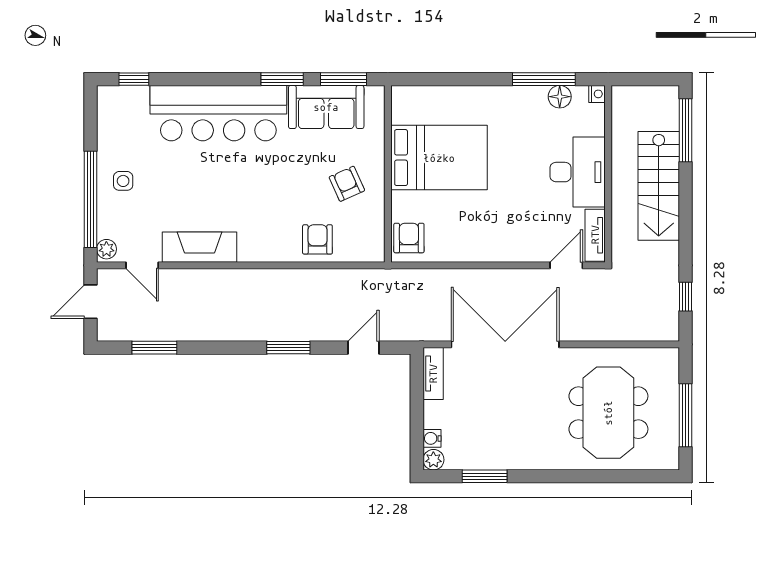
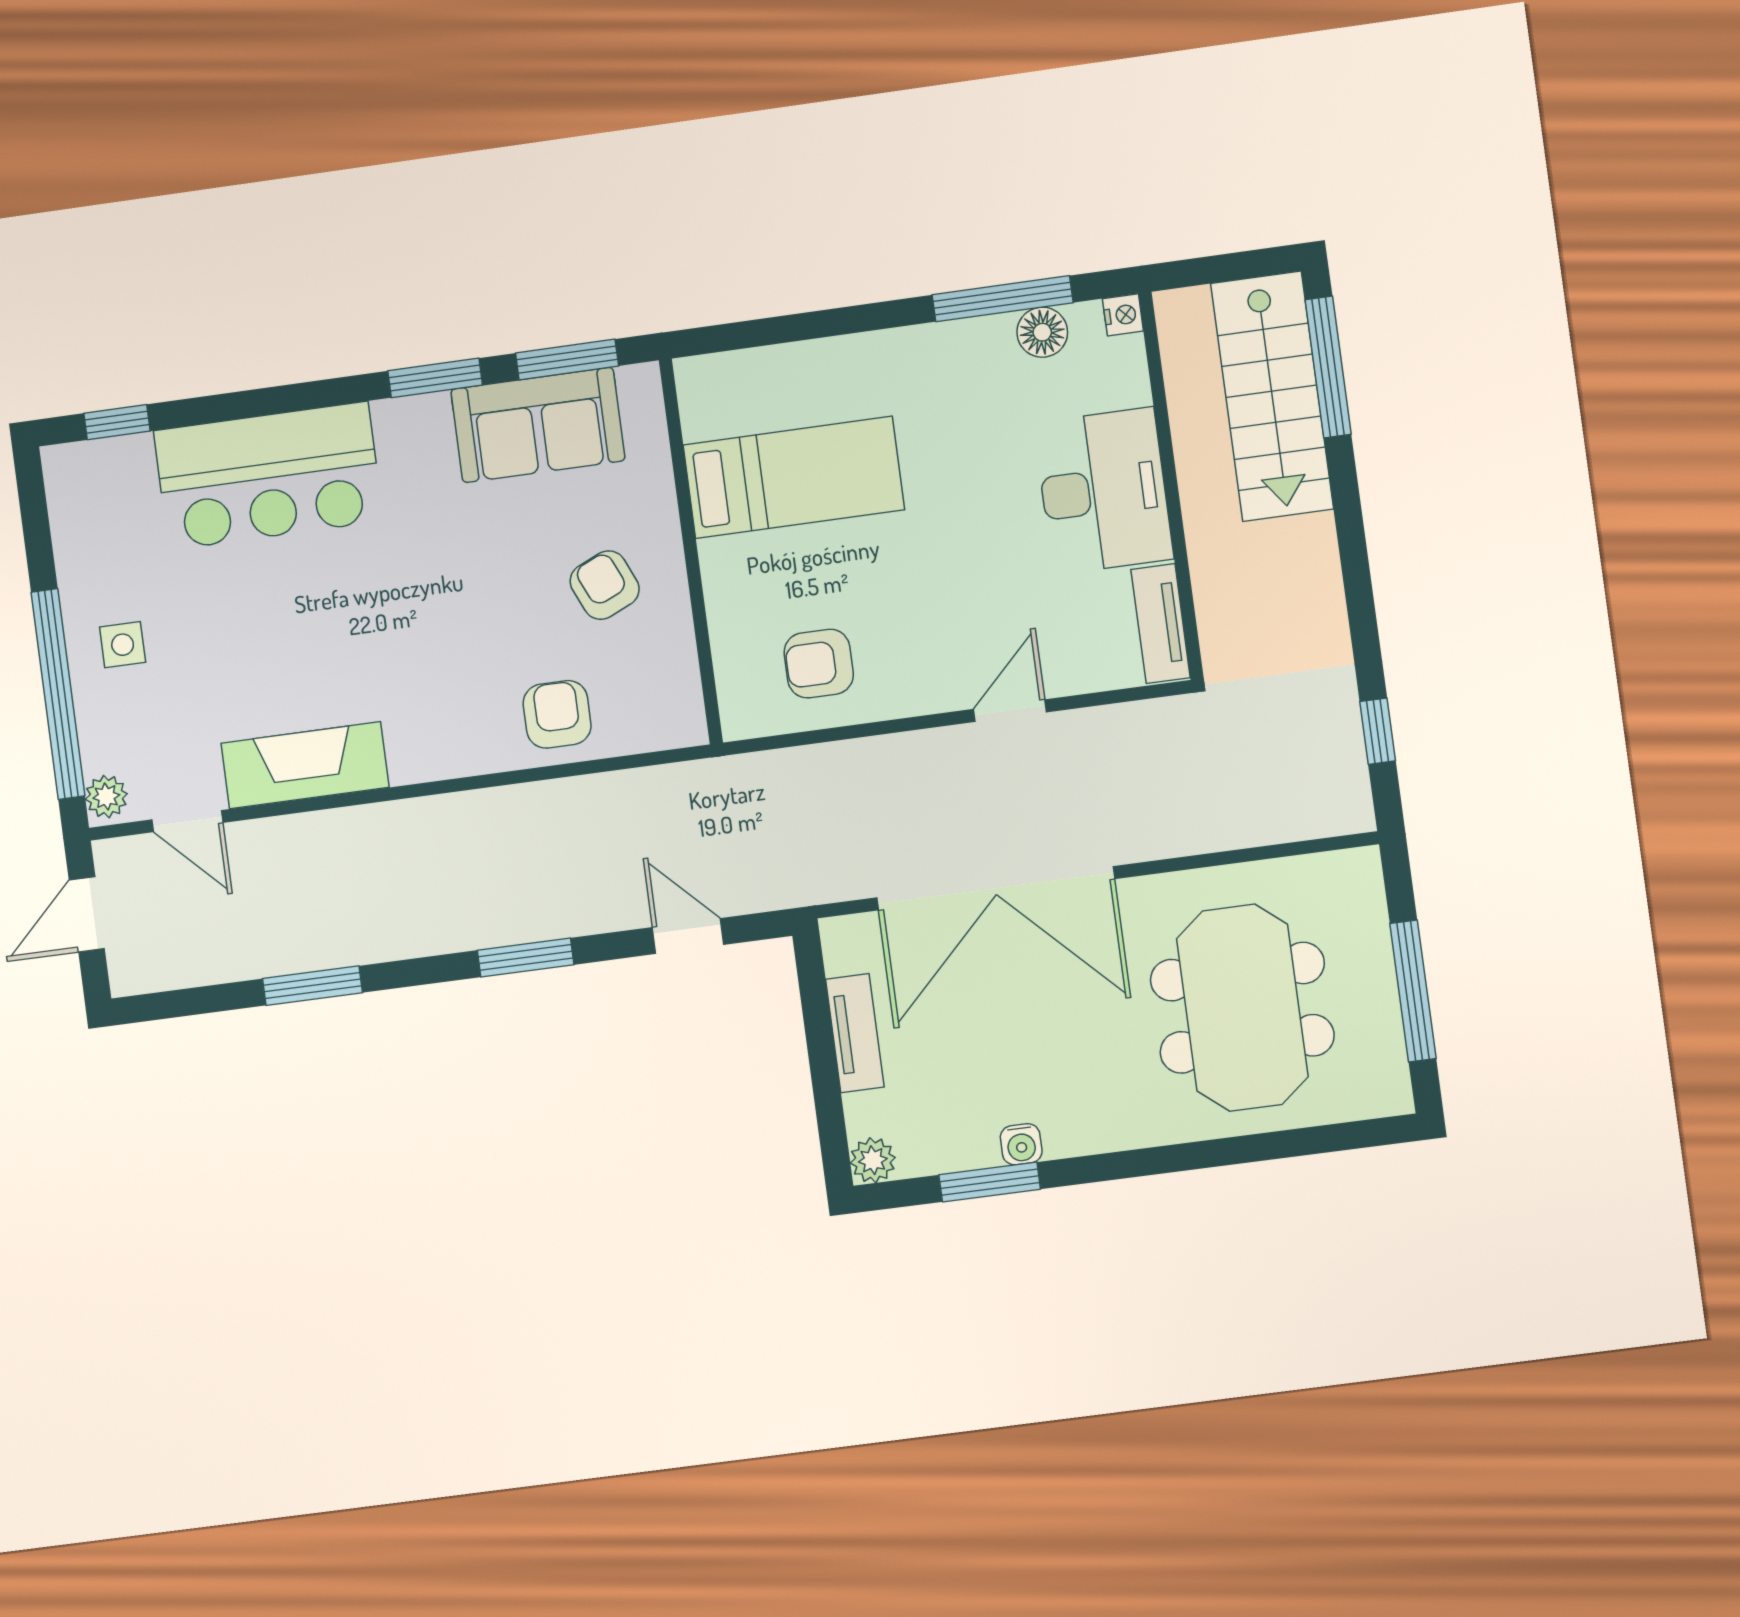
bar counter: (218, 113) -> (268, 476), width x0.73
bed: (439, 158) -> (794, 477), width x0.67
stairs: (659, 186) -> (1272, 396), moved
armchair: (409, 238) -> (819, 664), moved, turned -90
door: (566, 265) -> (1010, 711), moved
double door: (505, 344) -> (996, 888), swing flipped
window: (154, 348) -> (313, 986), moved
door: (363, 348) -> (688, 936), hinge flipped
tv unit: (433, 374) -> (855, 1033), moved
water cooler: (432, 438) -> (1021, 1144), moved, turned -90

